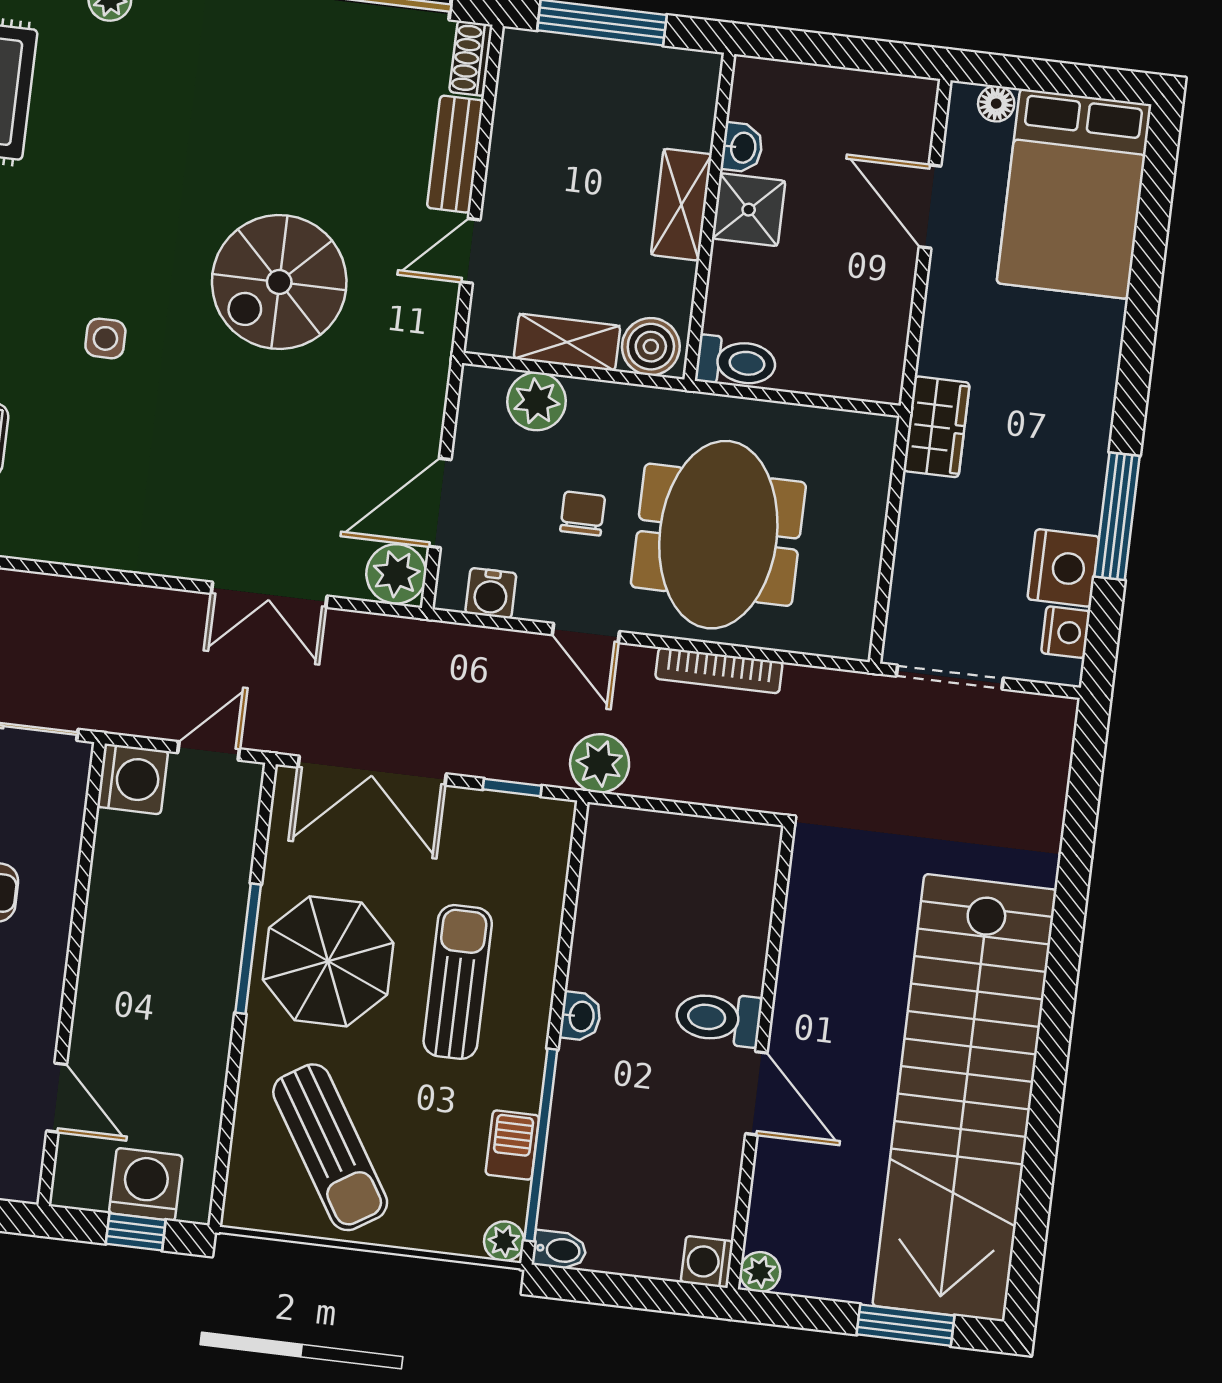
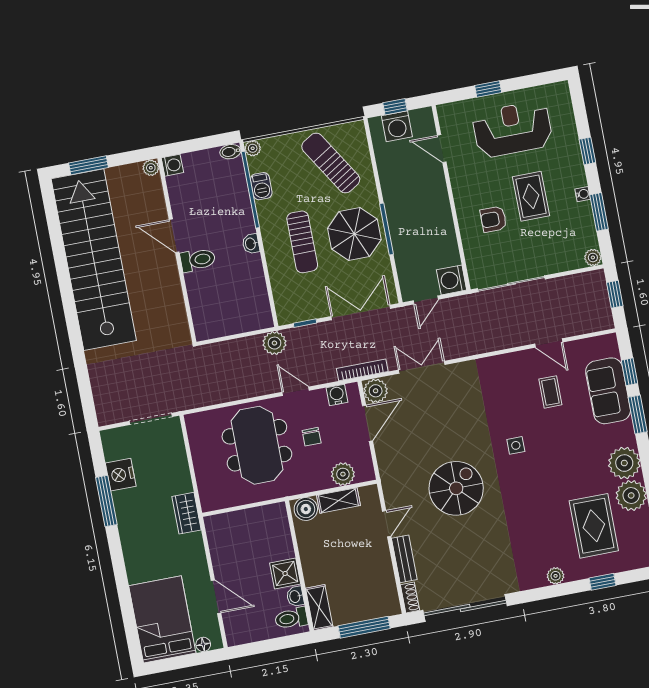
shelving: (681, 205) -> (319, 608), moved
toilet: (736, 362) -> (291, 618), moved
nightstand: (1066, 632) -> (112, 450), removed
bookcase: (719, 670) -> (362, 370), moved

